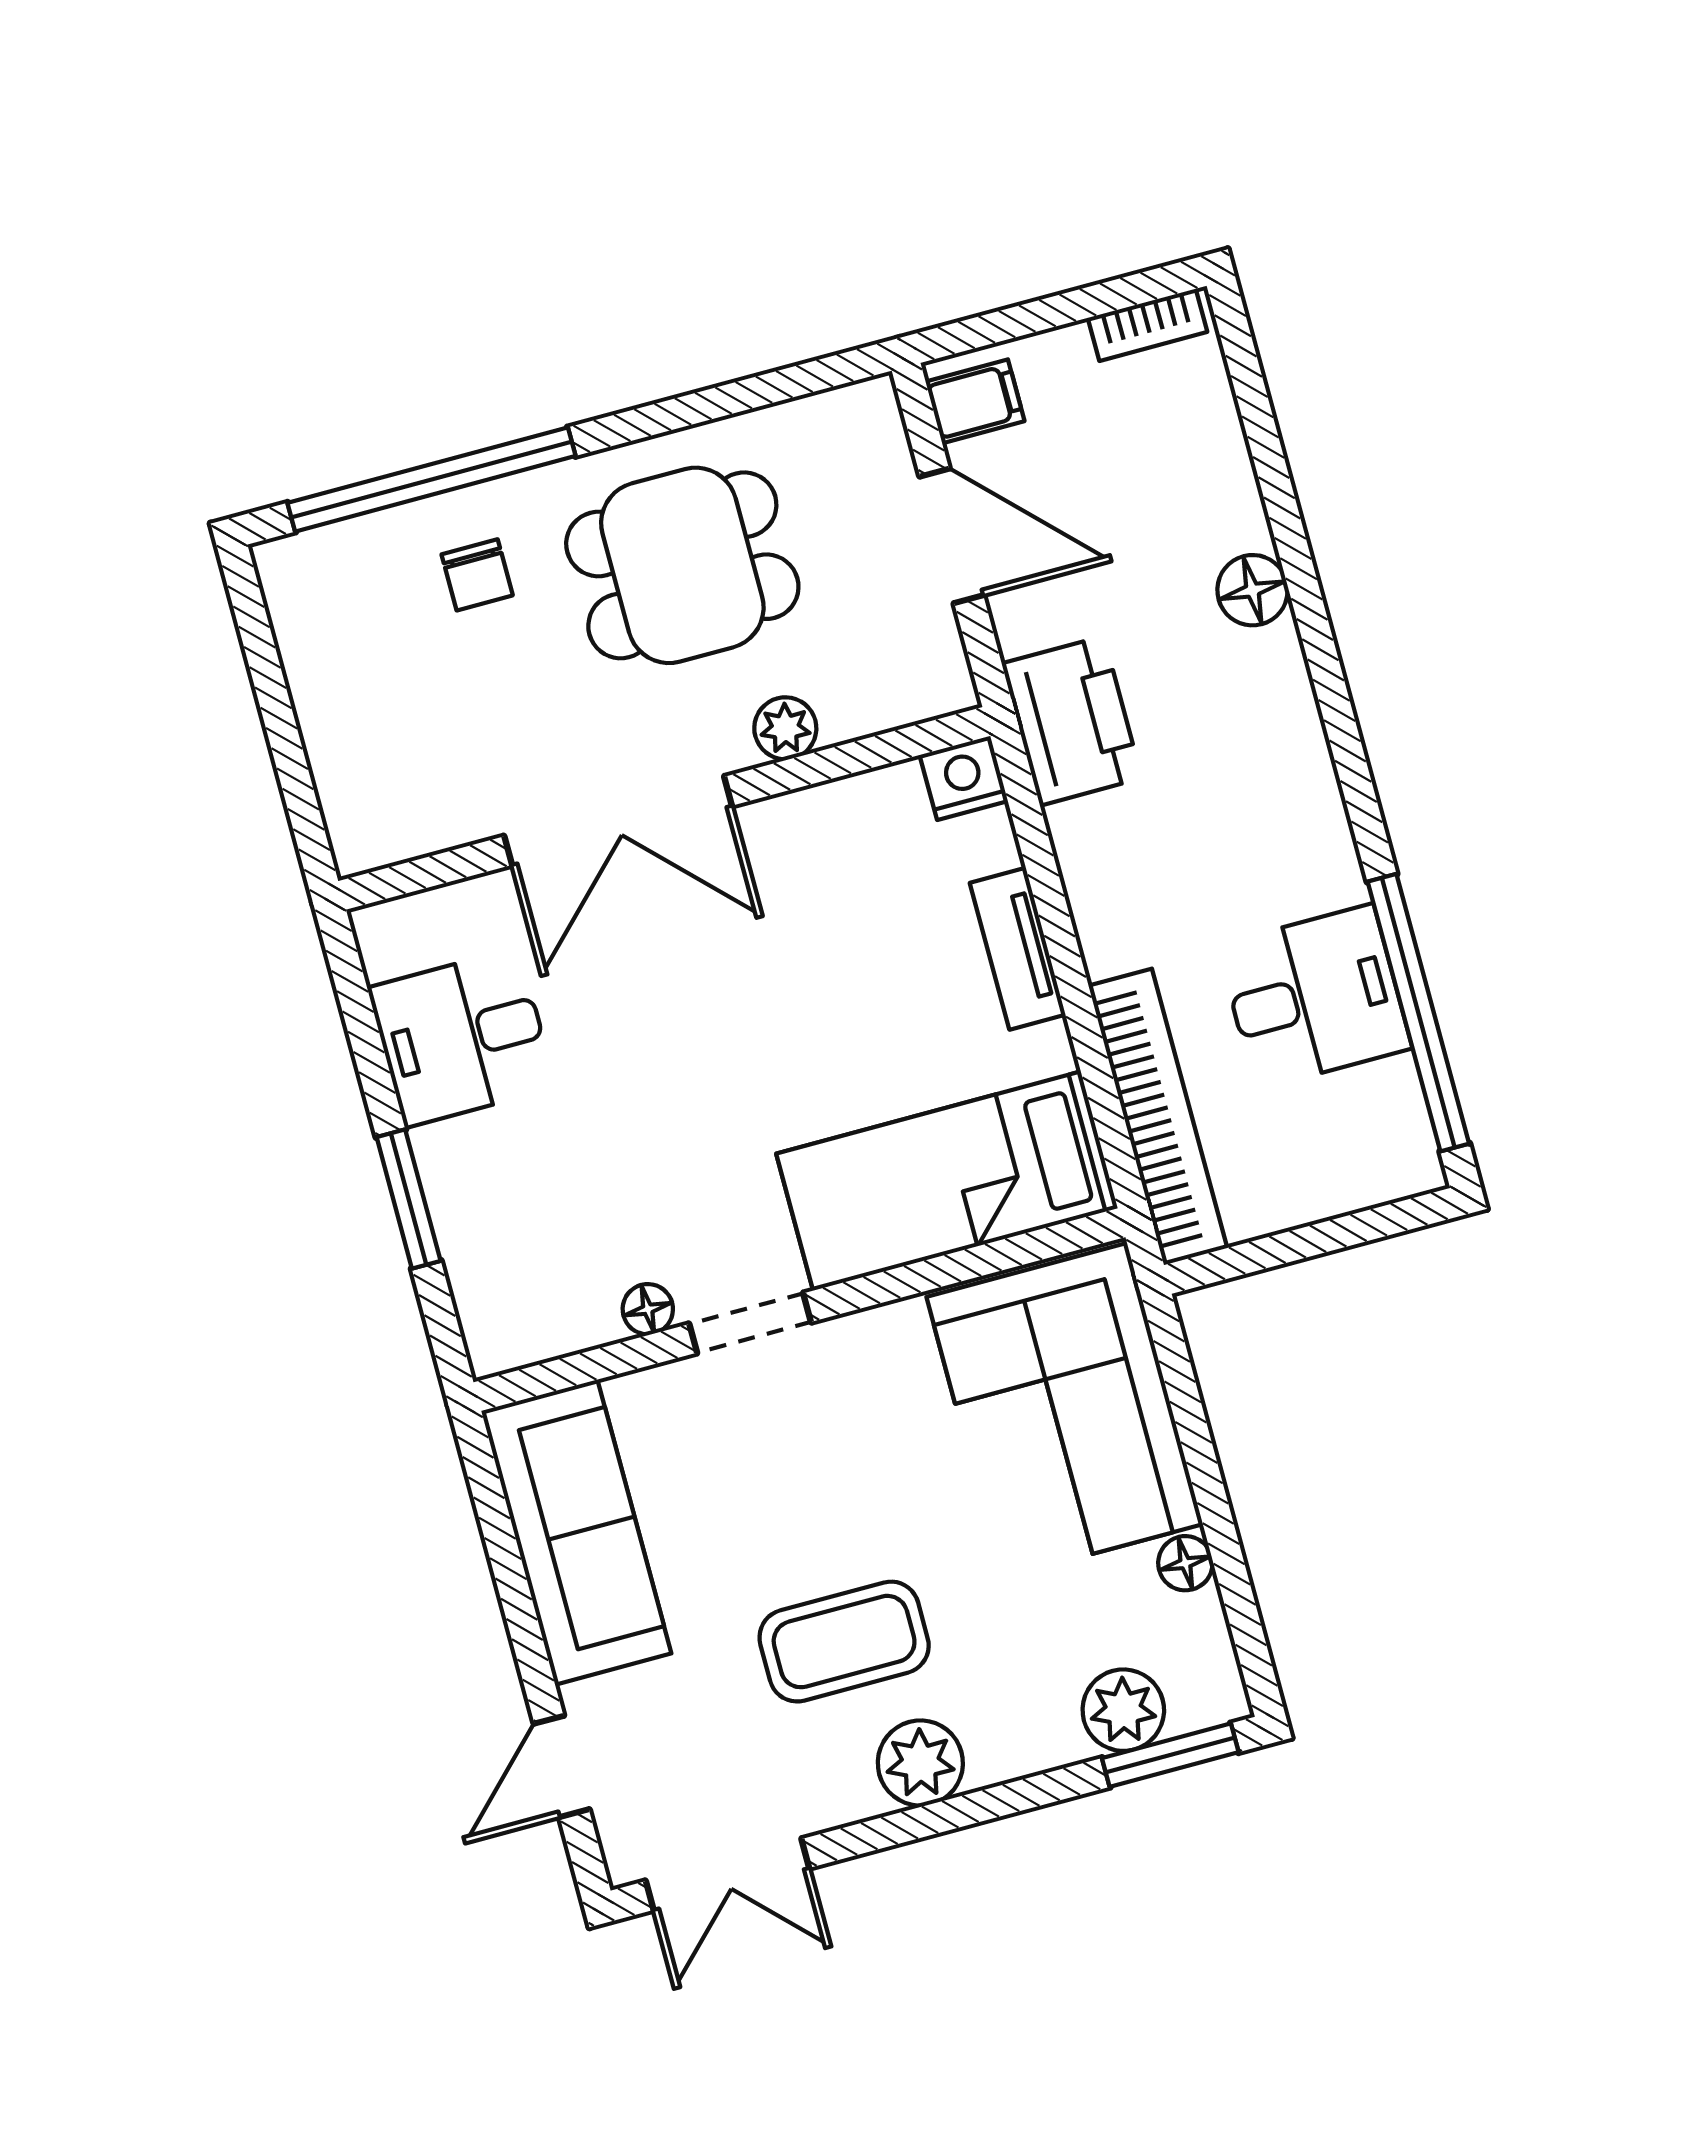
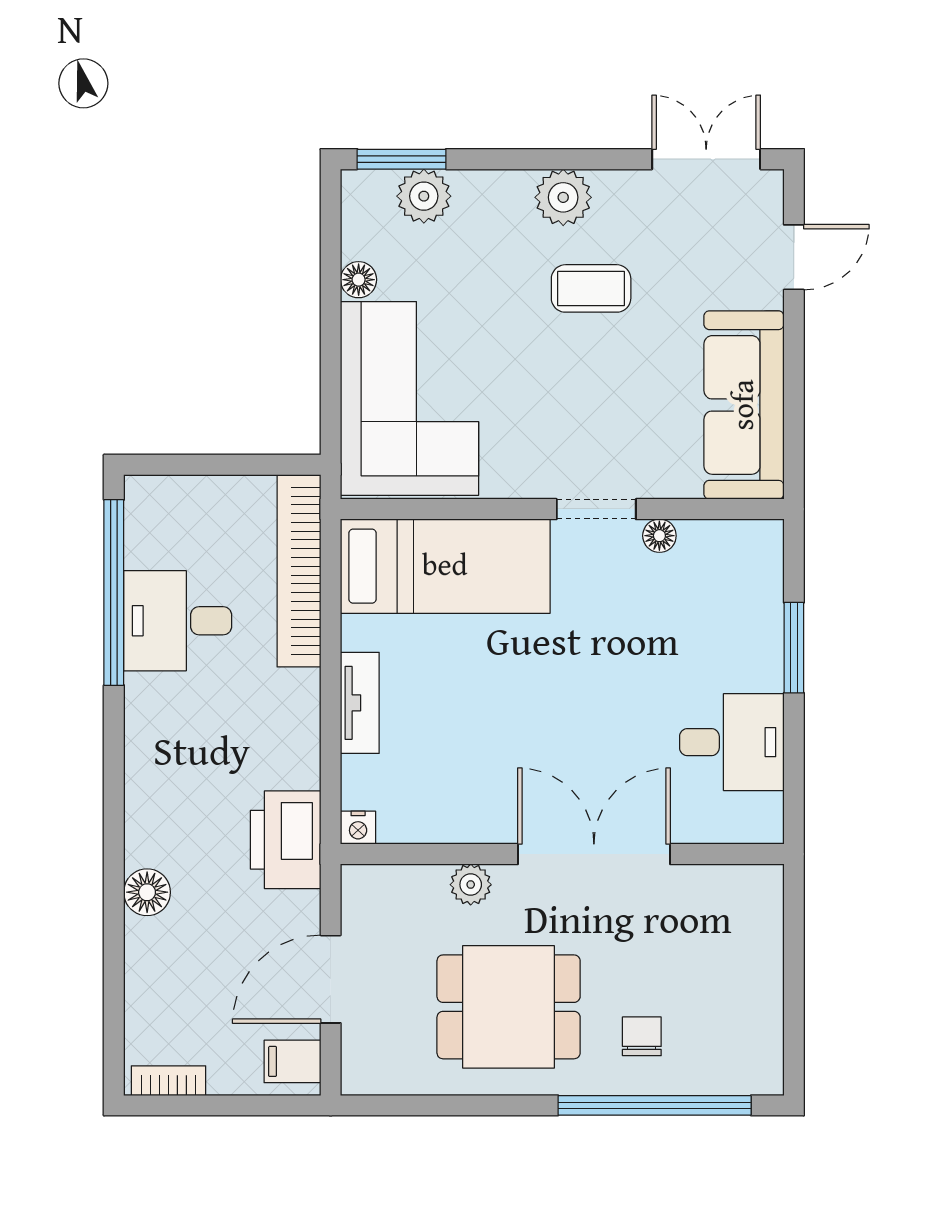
door: (952, 536) -> (331, 979), hinge flipped
nightstand: (964, 778) -> (358, 828), width x0.72, depth x0.74
coffee table: (844, 1642) -> (591, 288), width x0.73, depth x0.77

